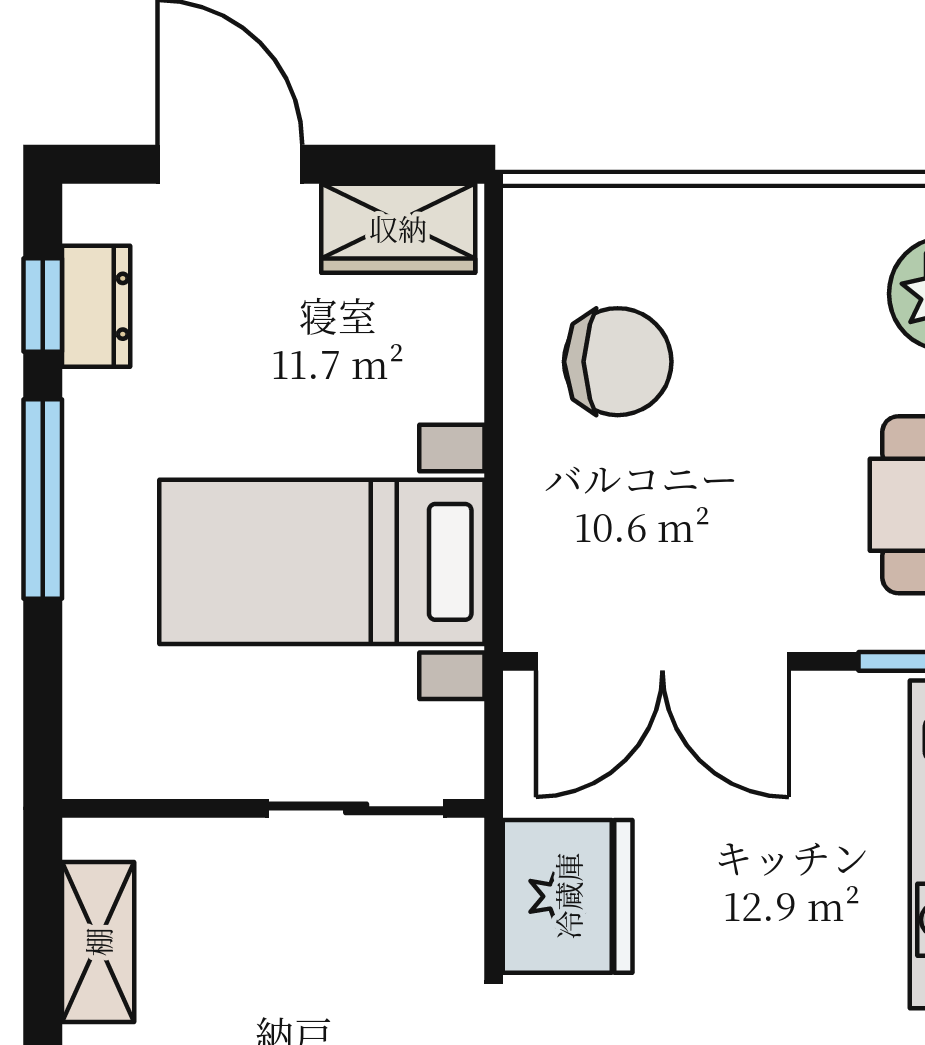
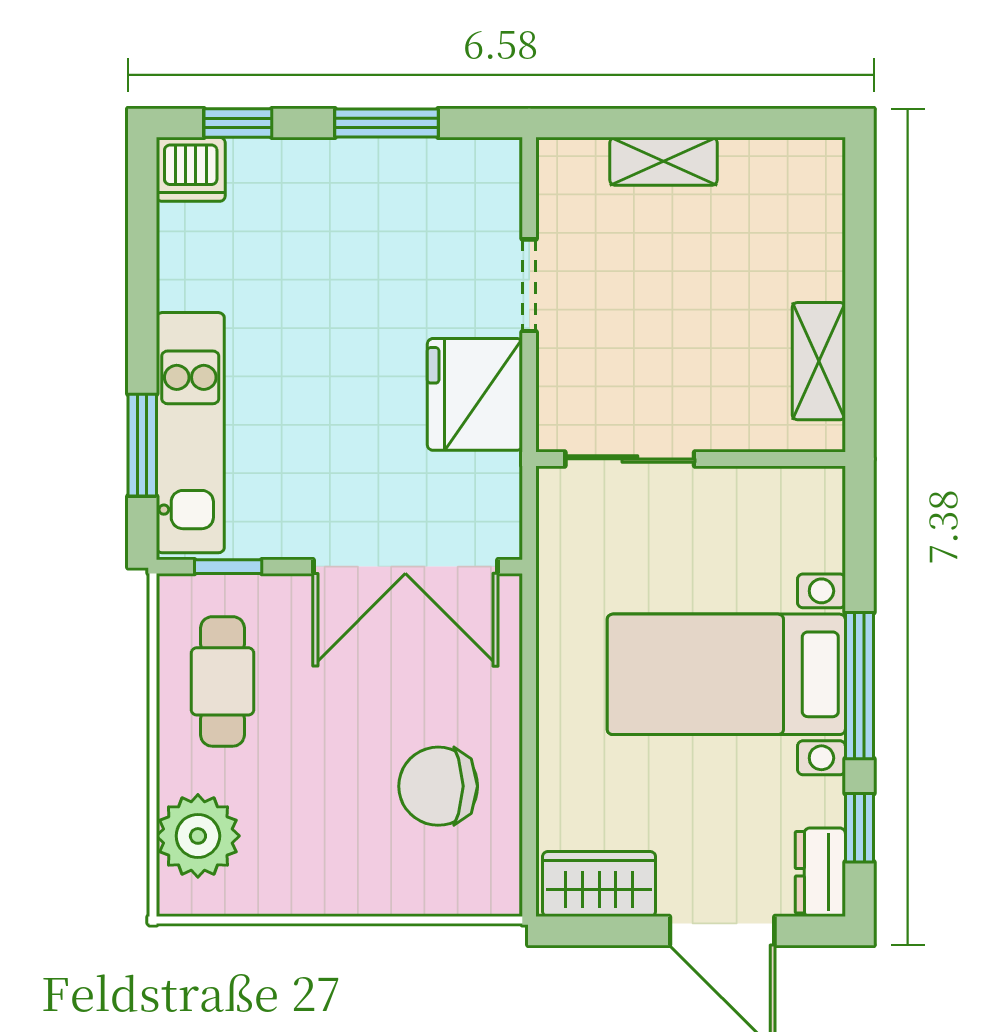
dresser: (96, 306) -> (820, 872), moved
bed with nightstands: (322, 562) -> (726, 674), moved, turned 180
double door: (662, 661) -> (405, 567), swing flipped

